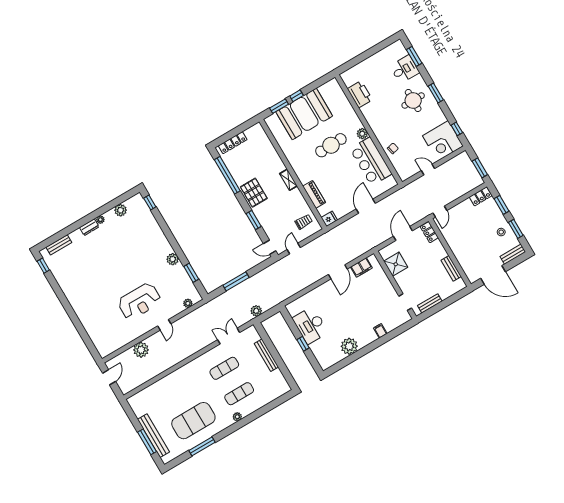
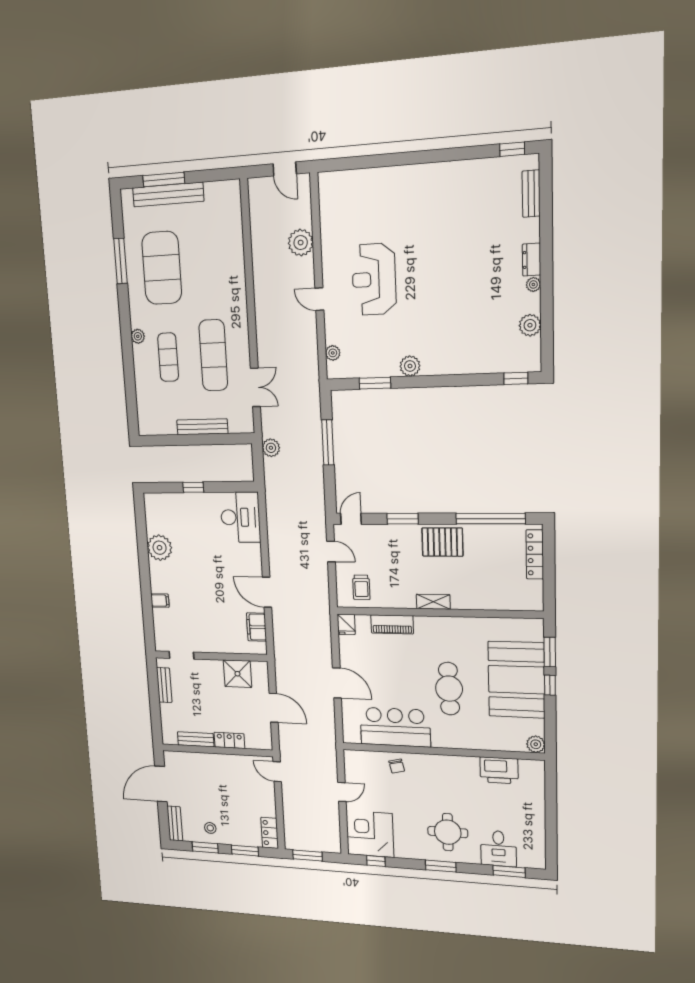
plant: (362, 134) -> (536, 744), moved
locker: (429, 232) -> (229, 740), moved
desk: (310, 325) -> (240, 517), moved, turned 90
exercise mat: (224, 368) -> (213, 355), width x1.36, depth x1.45

